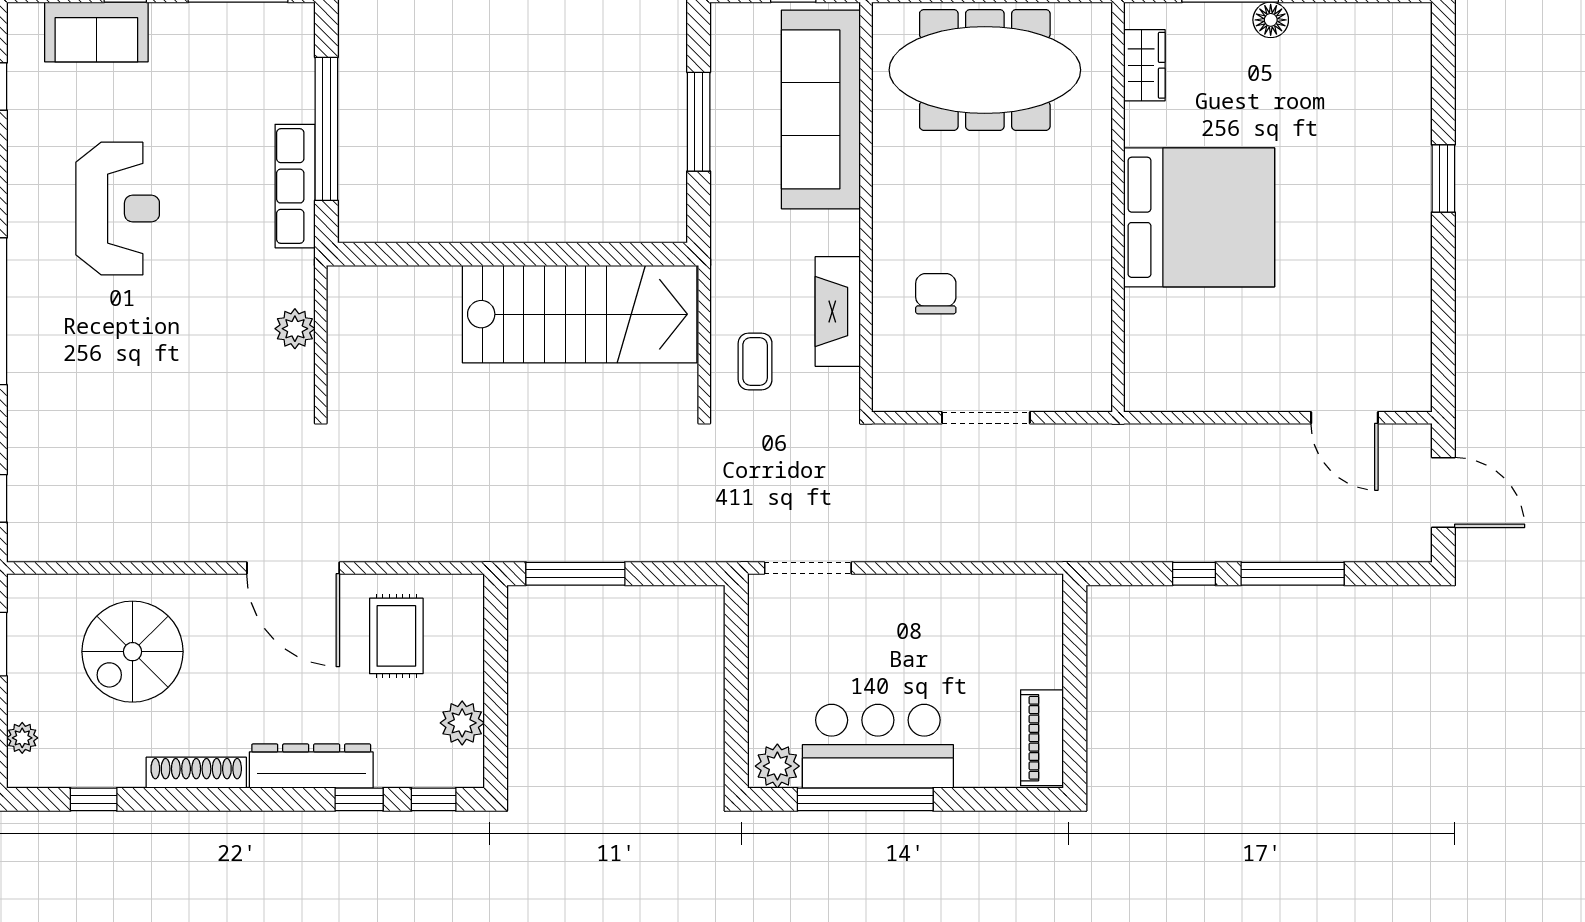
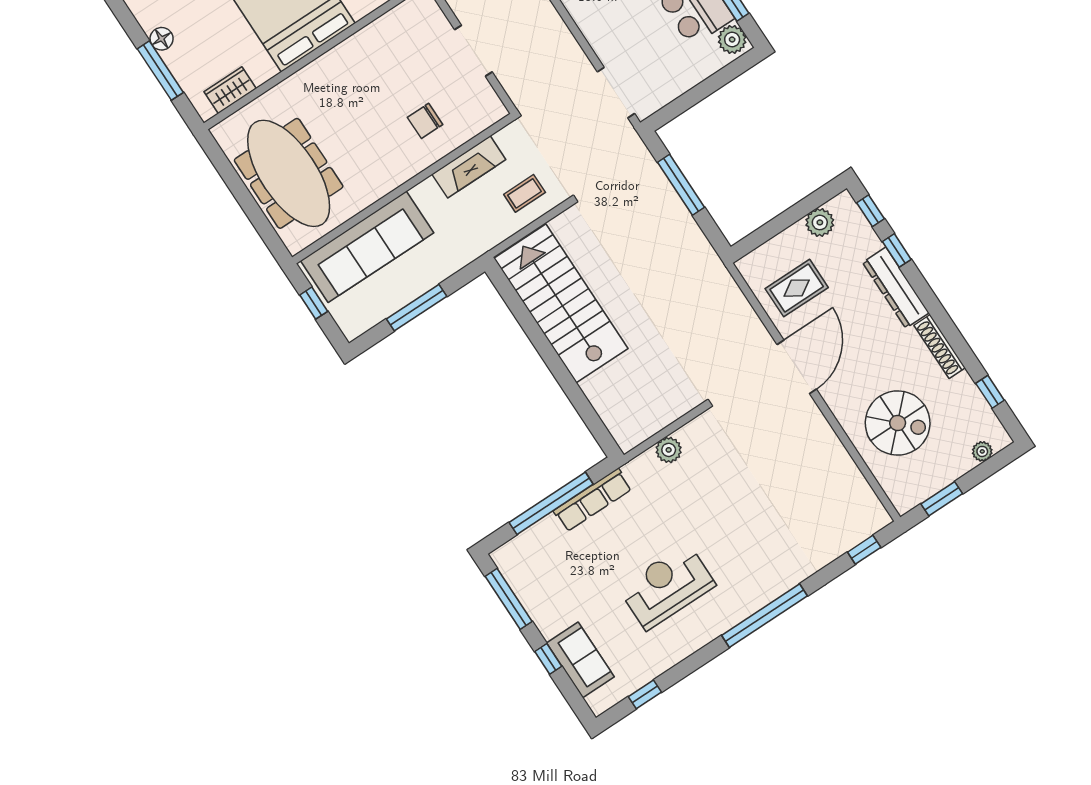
window: (575, 574) -> (681, 185), moved

